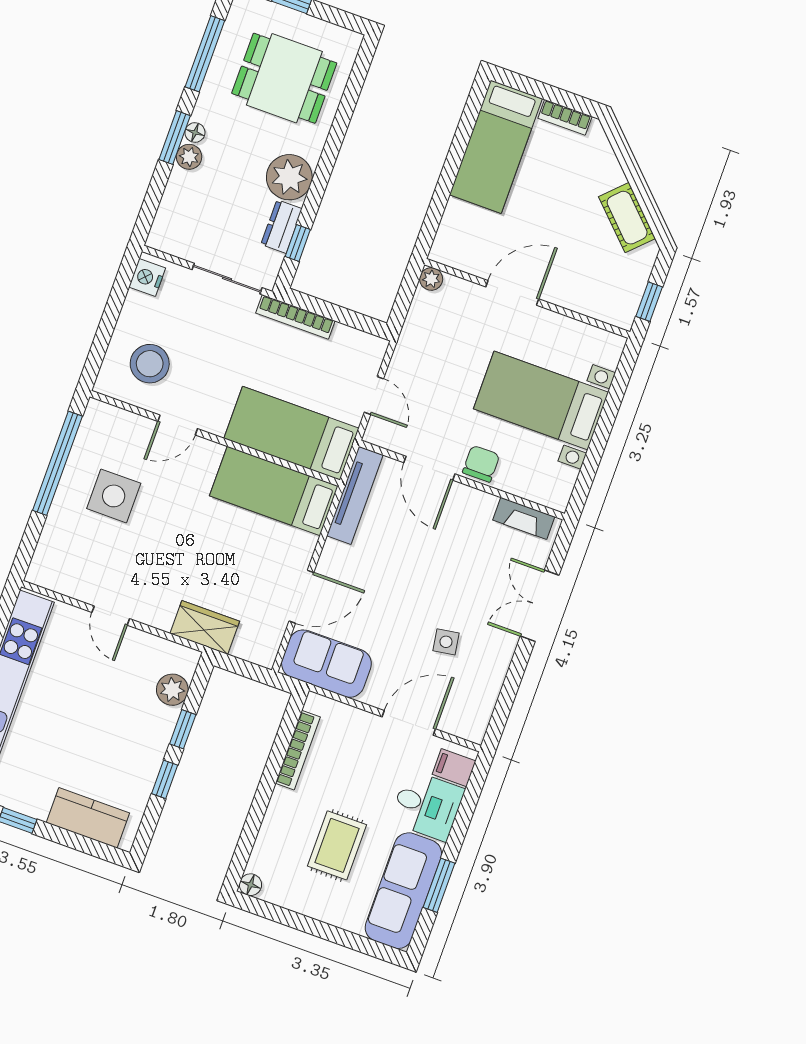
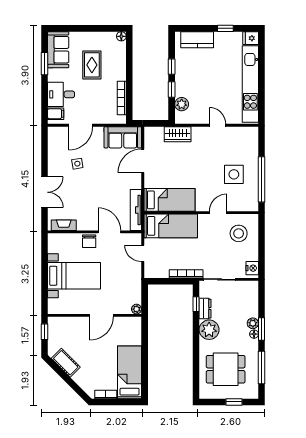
sofa: (403, 891) -> (58, 50), width x0.73

